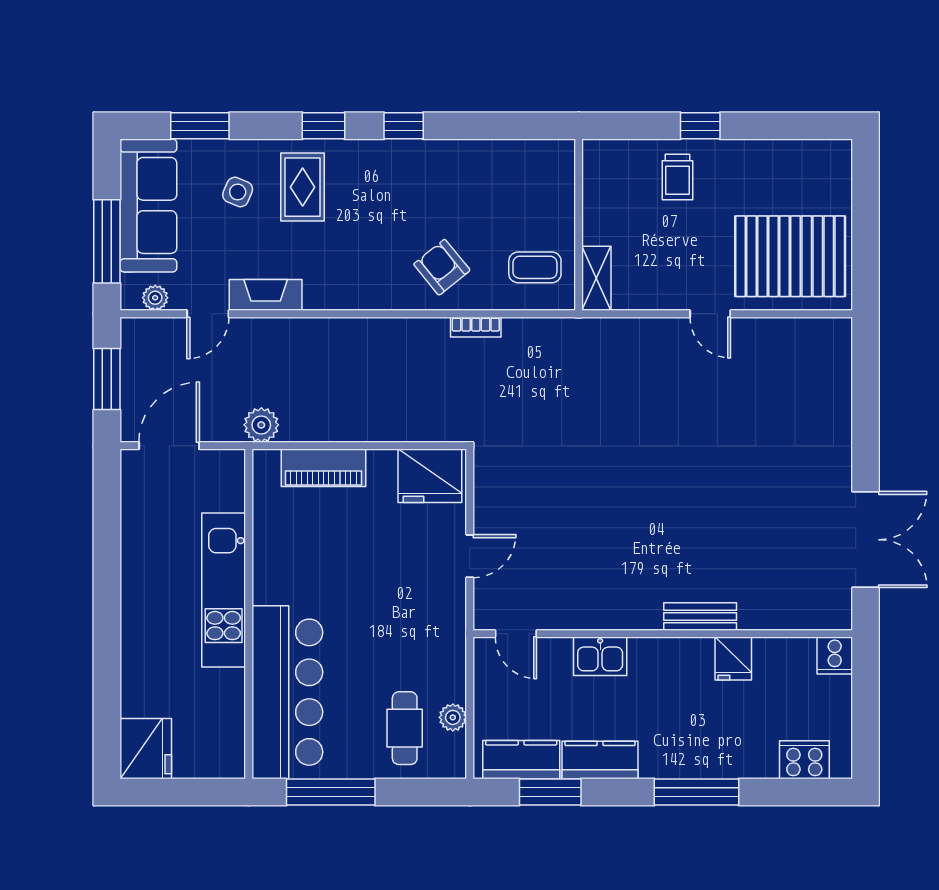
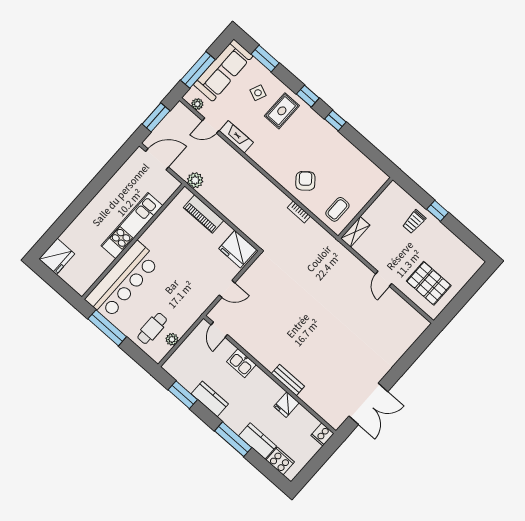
pallet: (790, 256) -> (429, 283), width x0.73, depth x0.71
coffee table: (535, 267) -> (337, 209), turned 90
kitchen counter: (521, 760) -> (258, 441), moved

